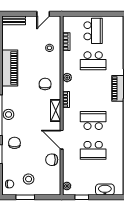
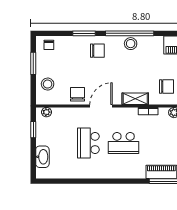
school desk: (93, 120) -> (124, 143), turned 90
stool: (29, 179) -> (48, 84), moved

